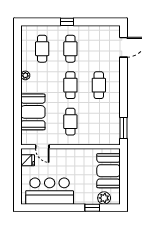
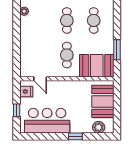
booth: (33, 112) -> (97, 66), moved, turned 90
window: (123, 128) -> (117, 50), moved
window: (17, 180) -> (17, 110), added
window: (92, 208) -> (75, 136), moved

